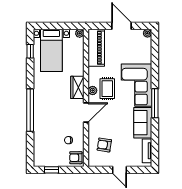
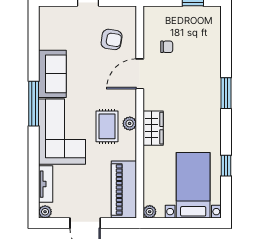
window: (30, 51) -> (226, 166), moved
window: (30, 110) -> (226, 93), width x0.47
door: (86, 113) -> (140, 74), moved
tv unit: (147, 151) -> (46, 184), moved
armchair: (76, 158) -> (155, 20), removed

